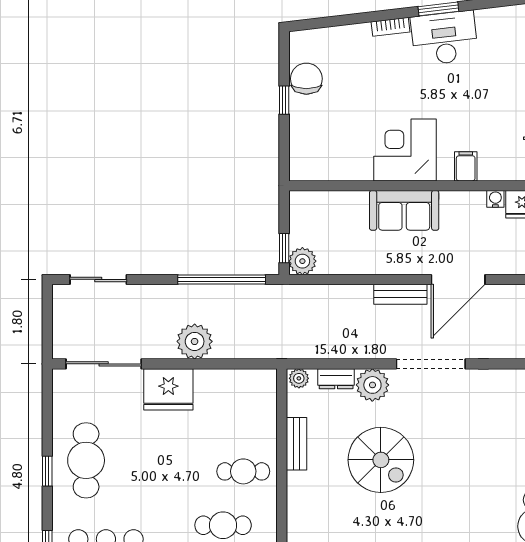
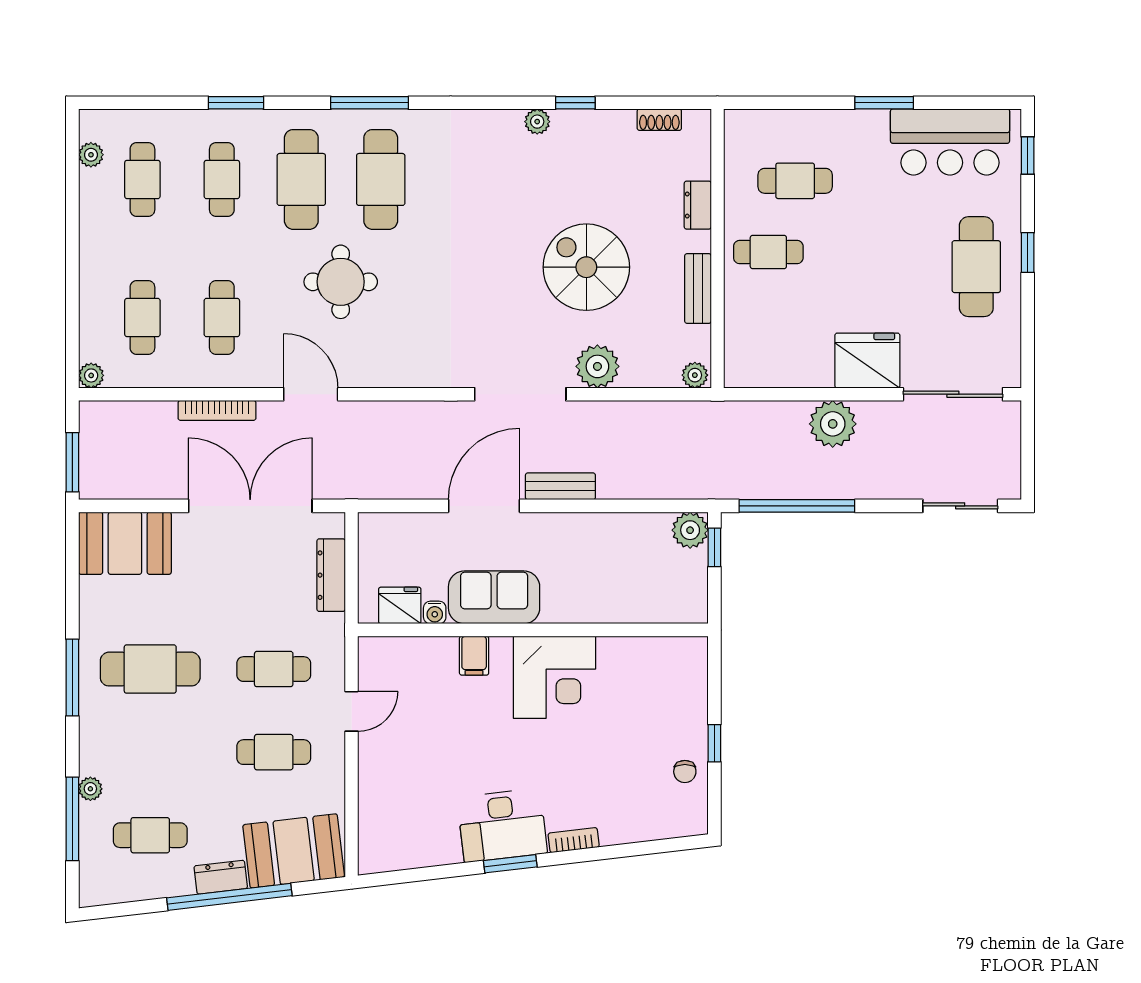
chair: (306, 79) -> (685, 772), width x0.54, depth x0.54
sofa: (404, 210) -> (494, 597), moved
dresser: (336, 379) -> (698, 205), moved, turned -90

